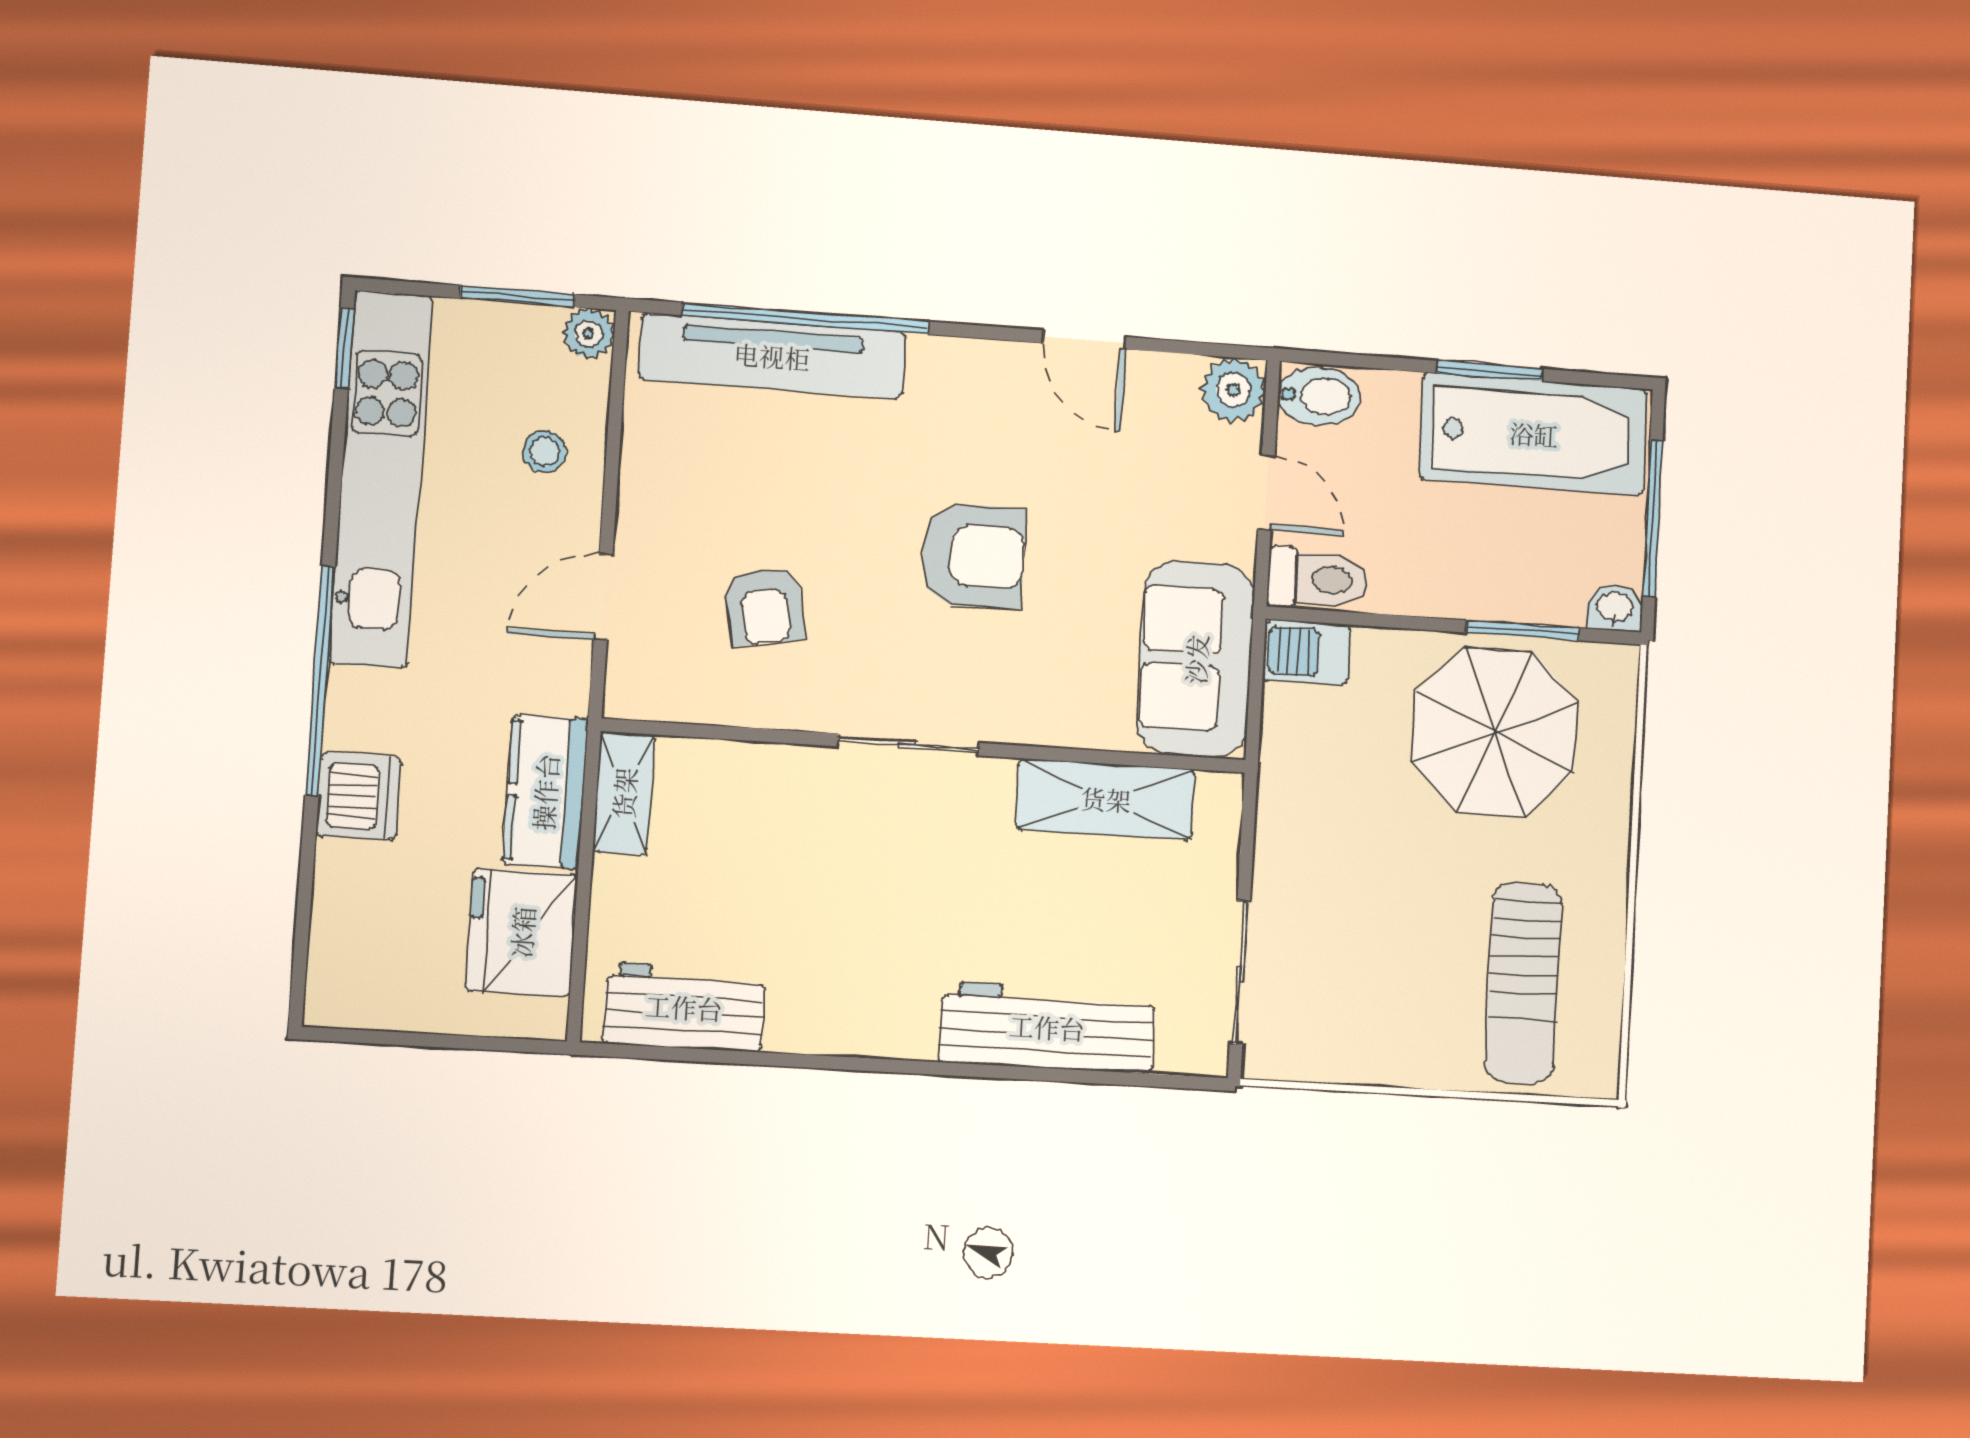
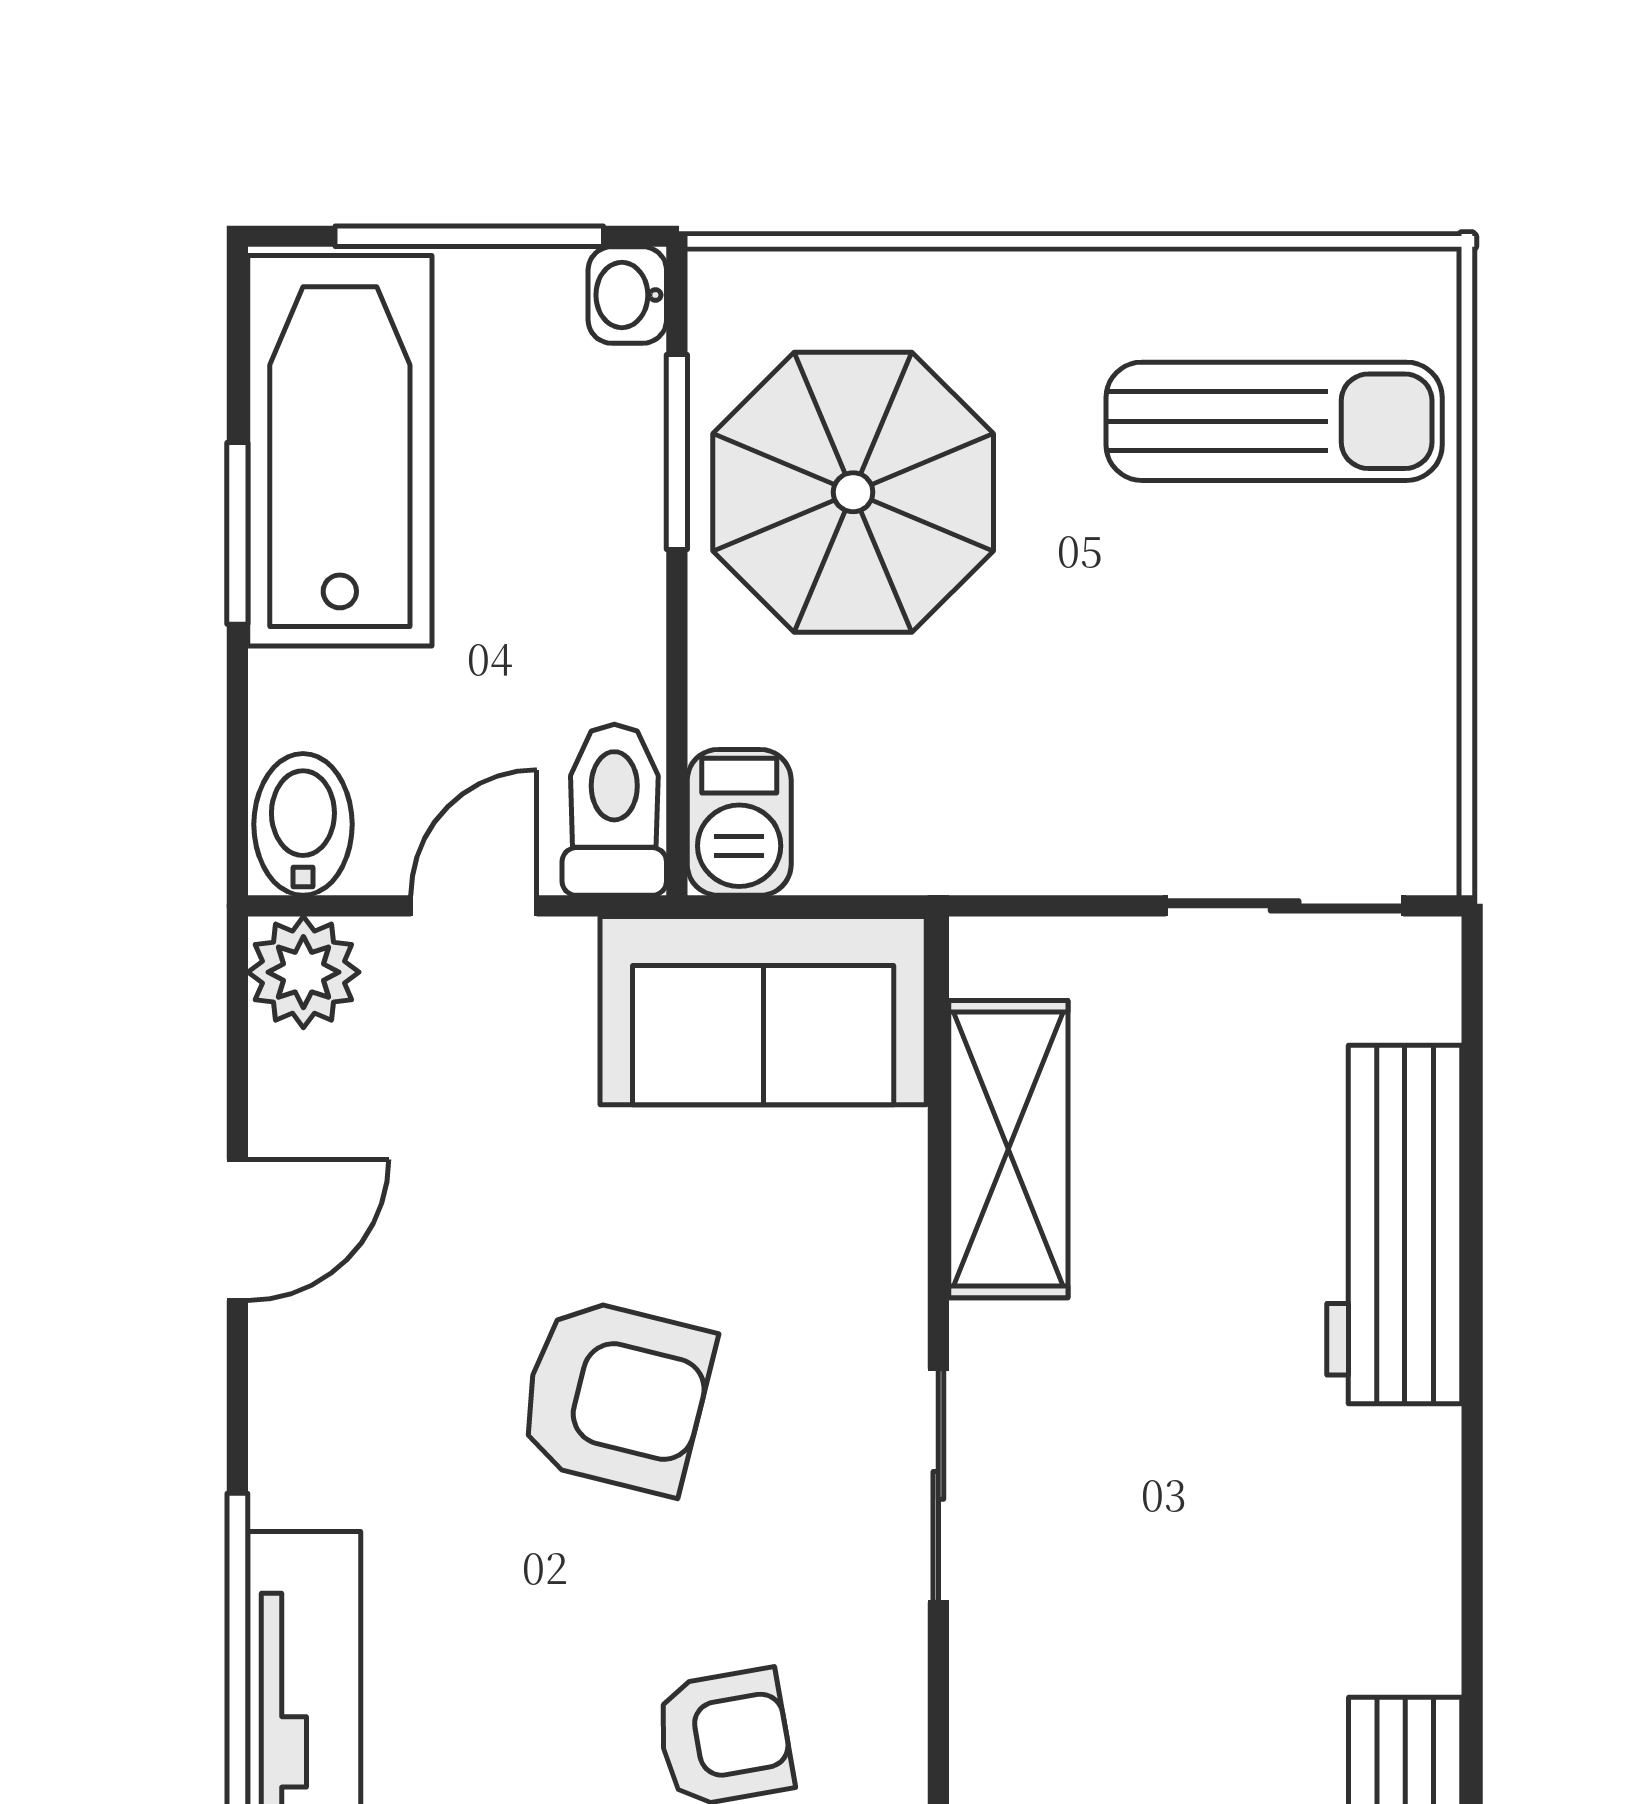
armchair: (973, 556) -> (616, 1396), turned 104

